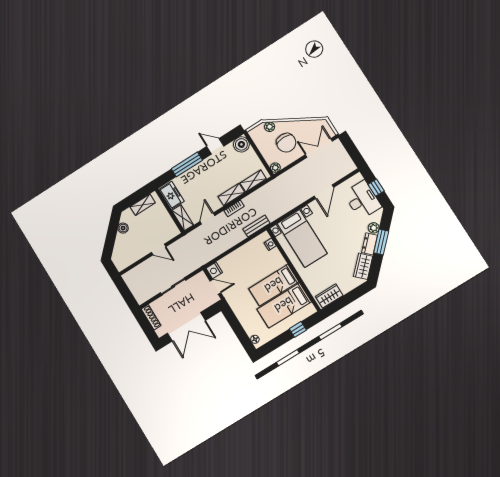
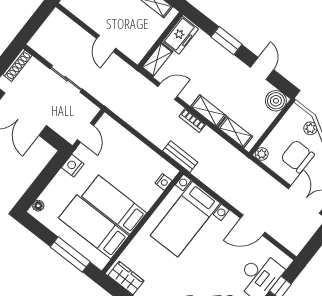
chair: (286, 143) -> (298, 156), turned 90
window: (187, 164) -> (227, 41), width x0.69
nightstand: (214, 270) -> (73, 166), moved
window: (298, 329) -> (70, 254), width x2.17

